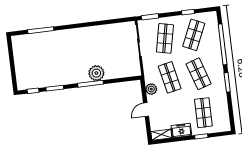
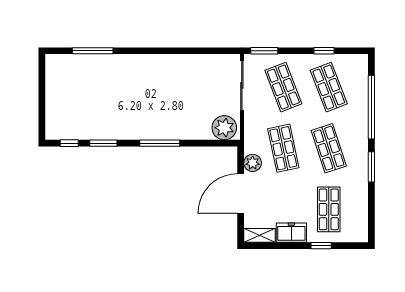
shop shelf: (194, 35) -> (329, 87), turned -45
shop shelf: (165, 38) -> (283, 87), turned -33
plant: (96, 73) -> (224, 128), moved
door: (146, 110) -> (241, 194), width x1.88

